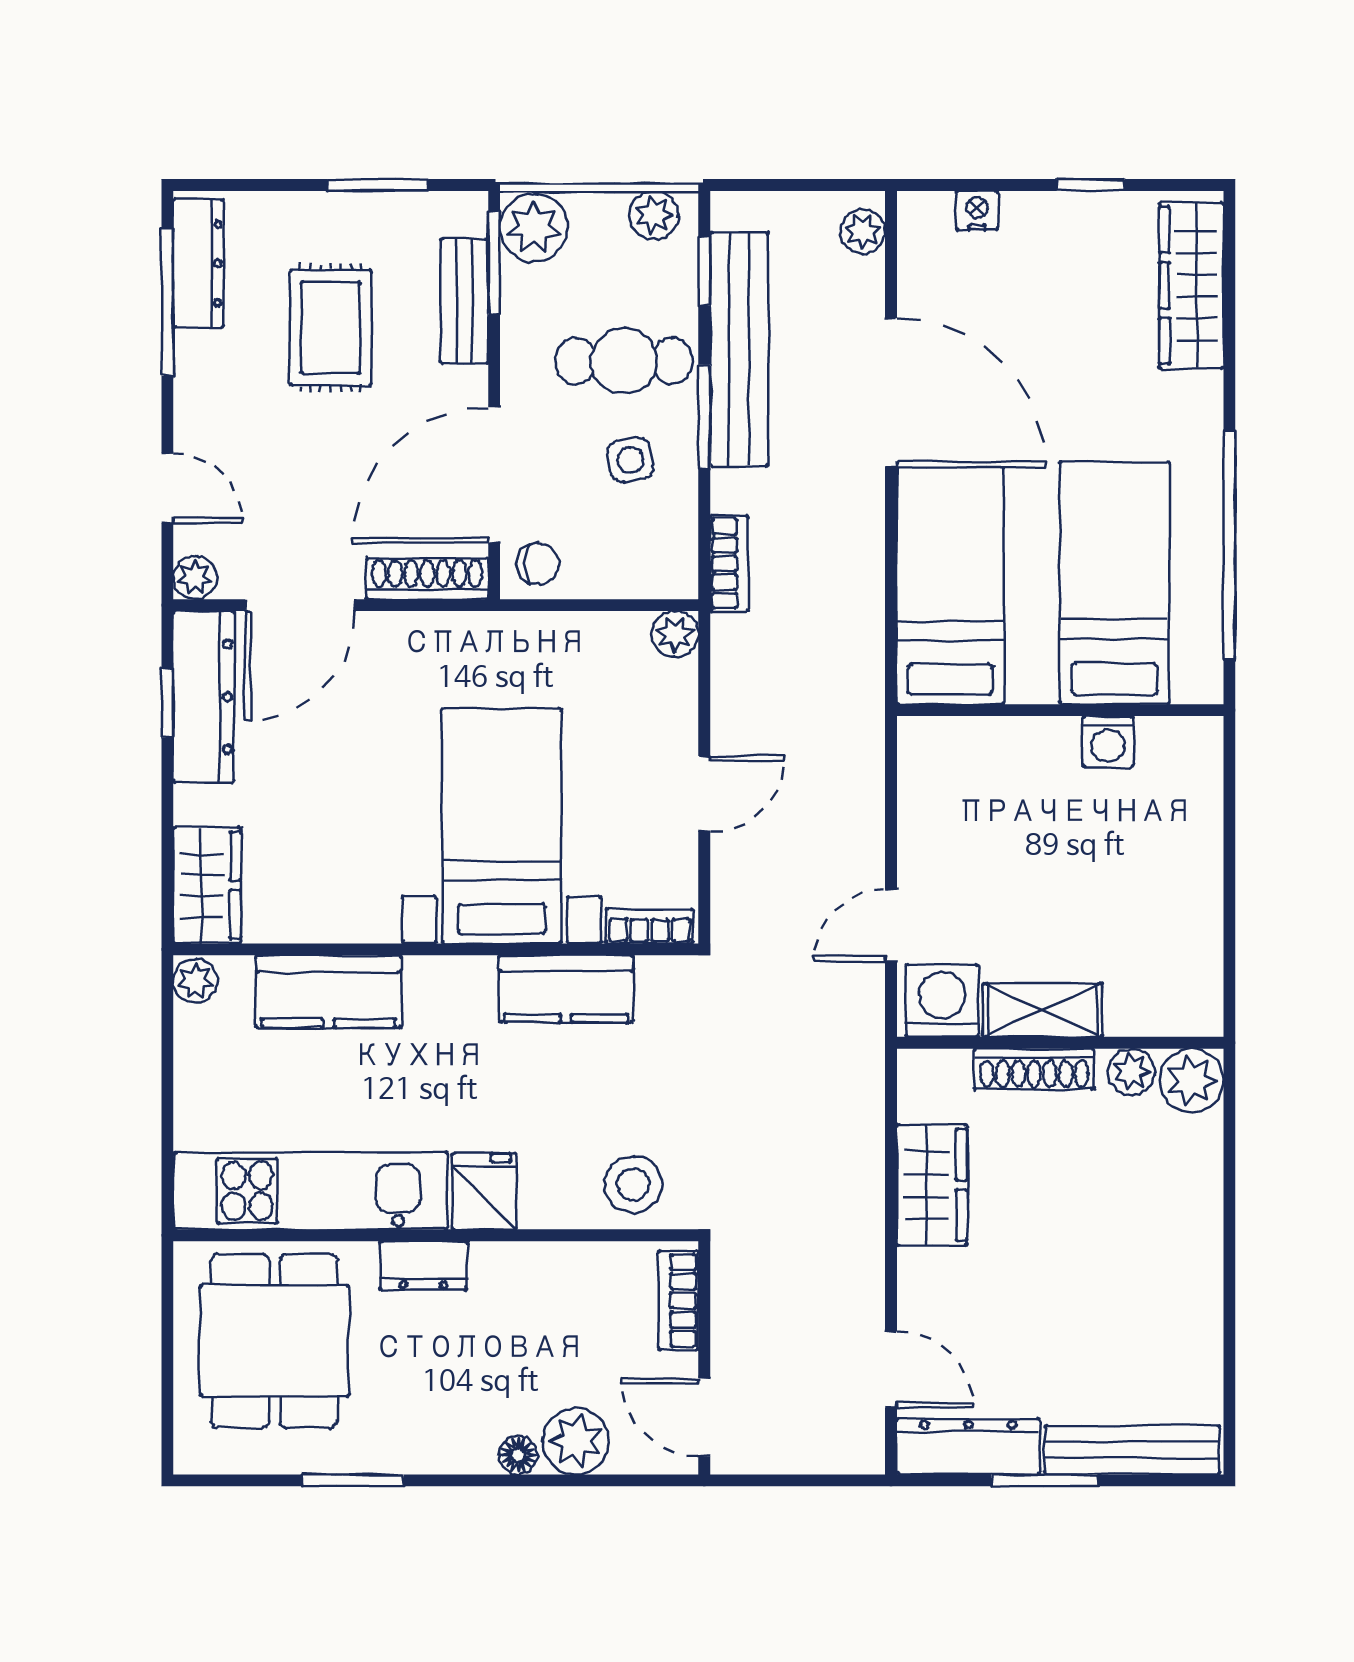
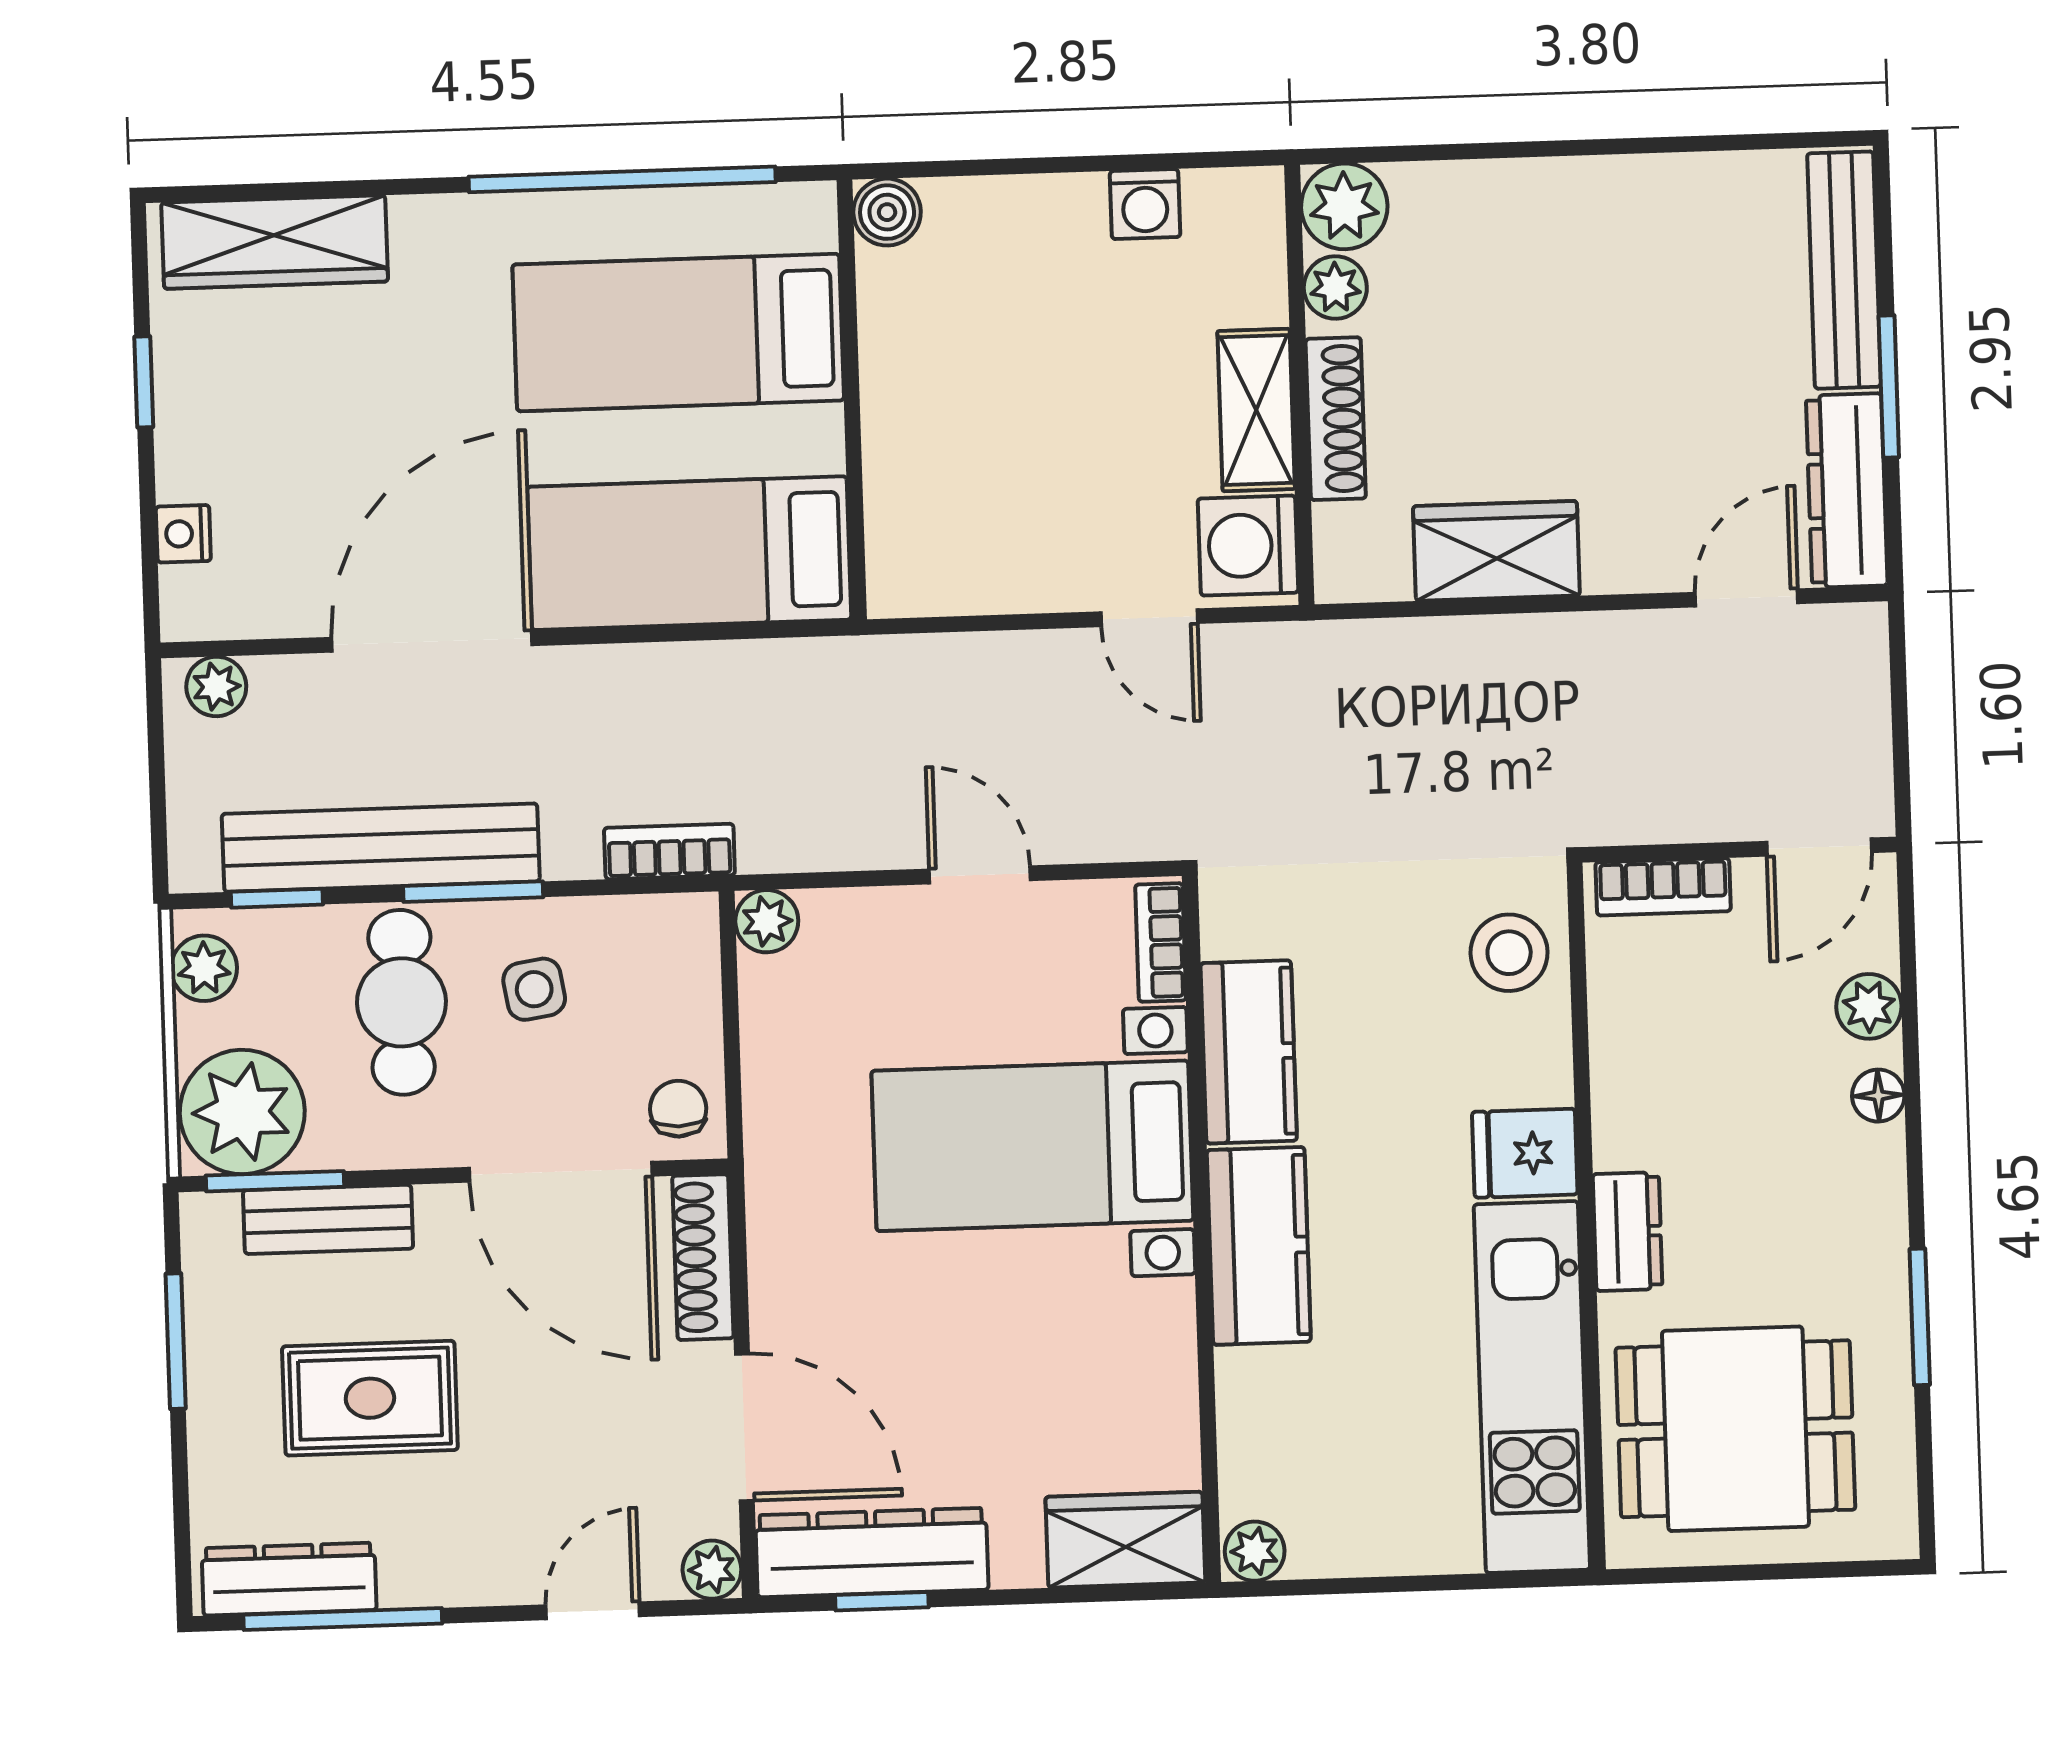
plant: (534, 228) -> (242, 1112), width x1.36, depth x1.36
washing machine: (1108, 741) -> (1145, 204), moved, turned 90
boiler: (1199, 741) -> (887, 212), added
kitchen counter: (329, 991) -> (1259, 1246), moved
plant: (576, 1441) -> (1869, 1006), width x0.73, depth x0.73

